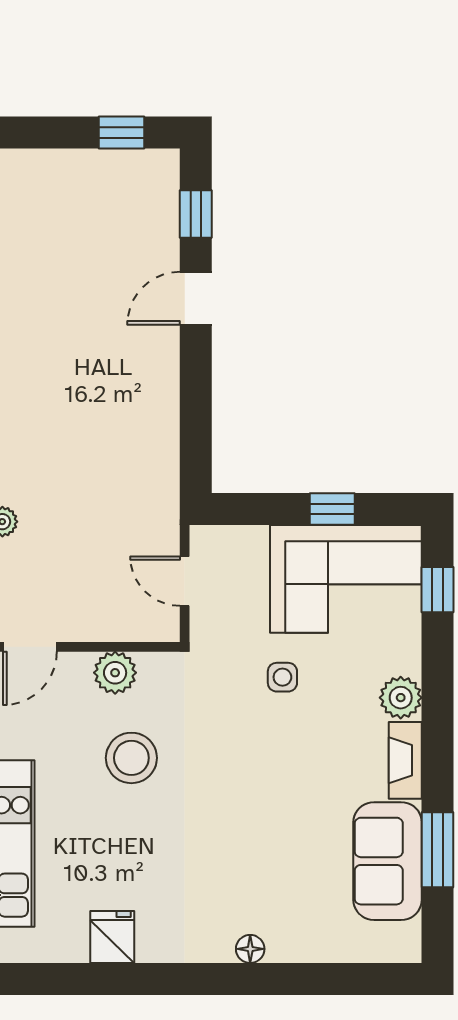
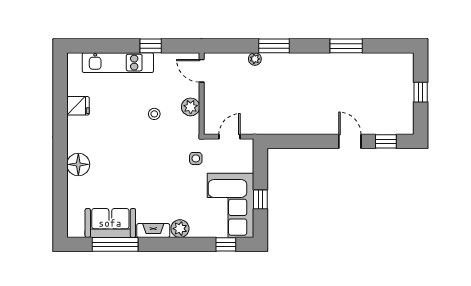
window: (122, 133) -> (421, 92), moved
side table: (282, 677) -> (196, 158), moved
stool: (131, 758) -> (154, 114), width x0.53, depth x0.53
window: (438, 850) -> (115, 244), width x1.44
floor lamp: (250, 949) -> (78, 164), width x1.89, depth x1.89

